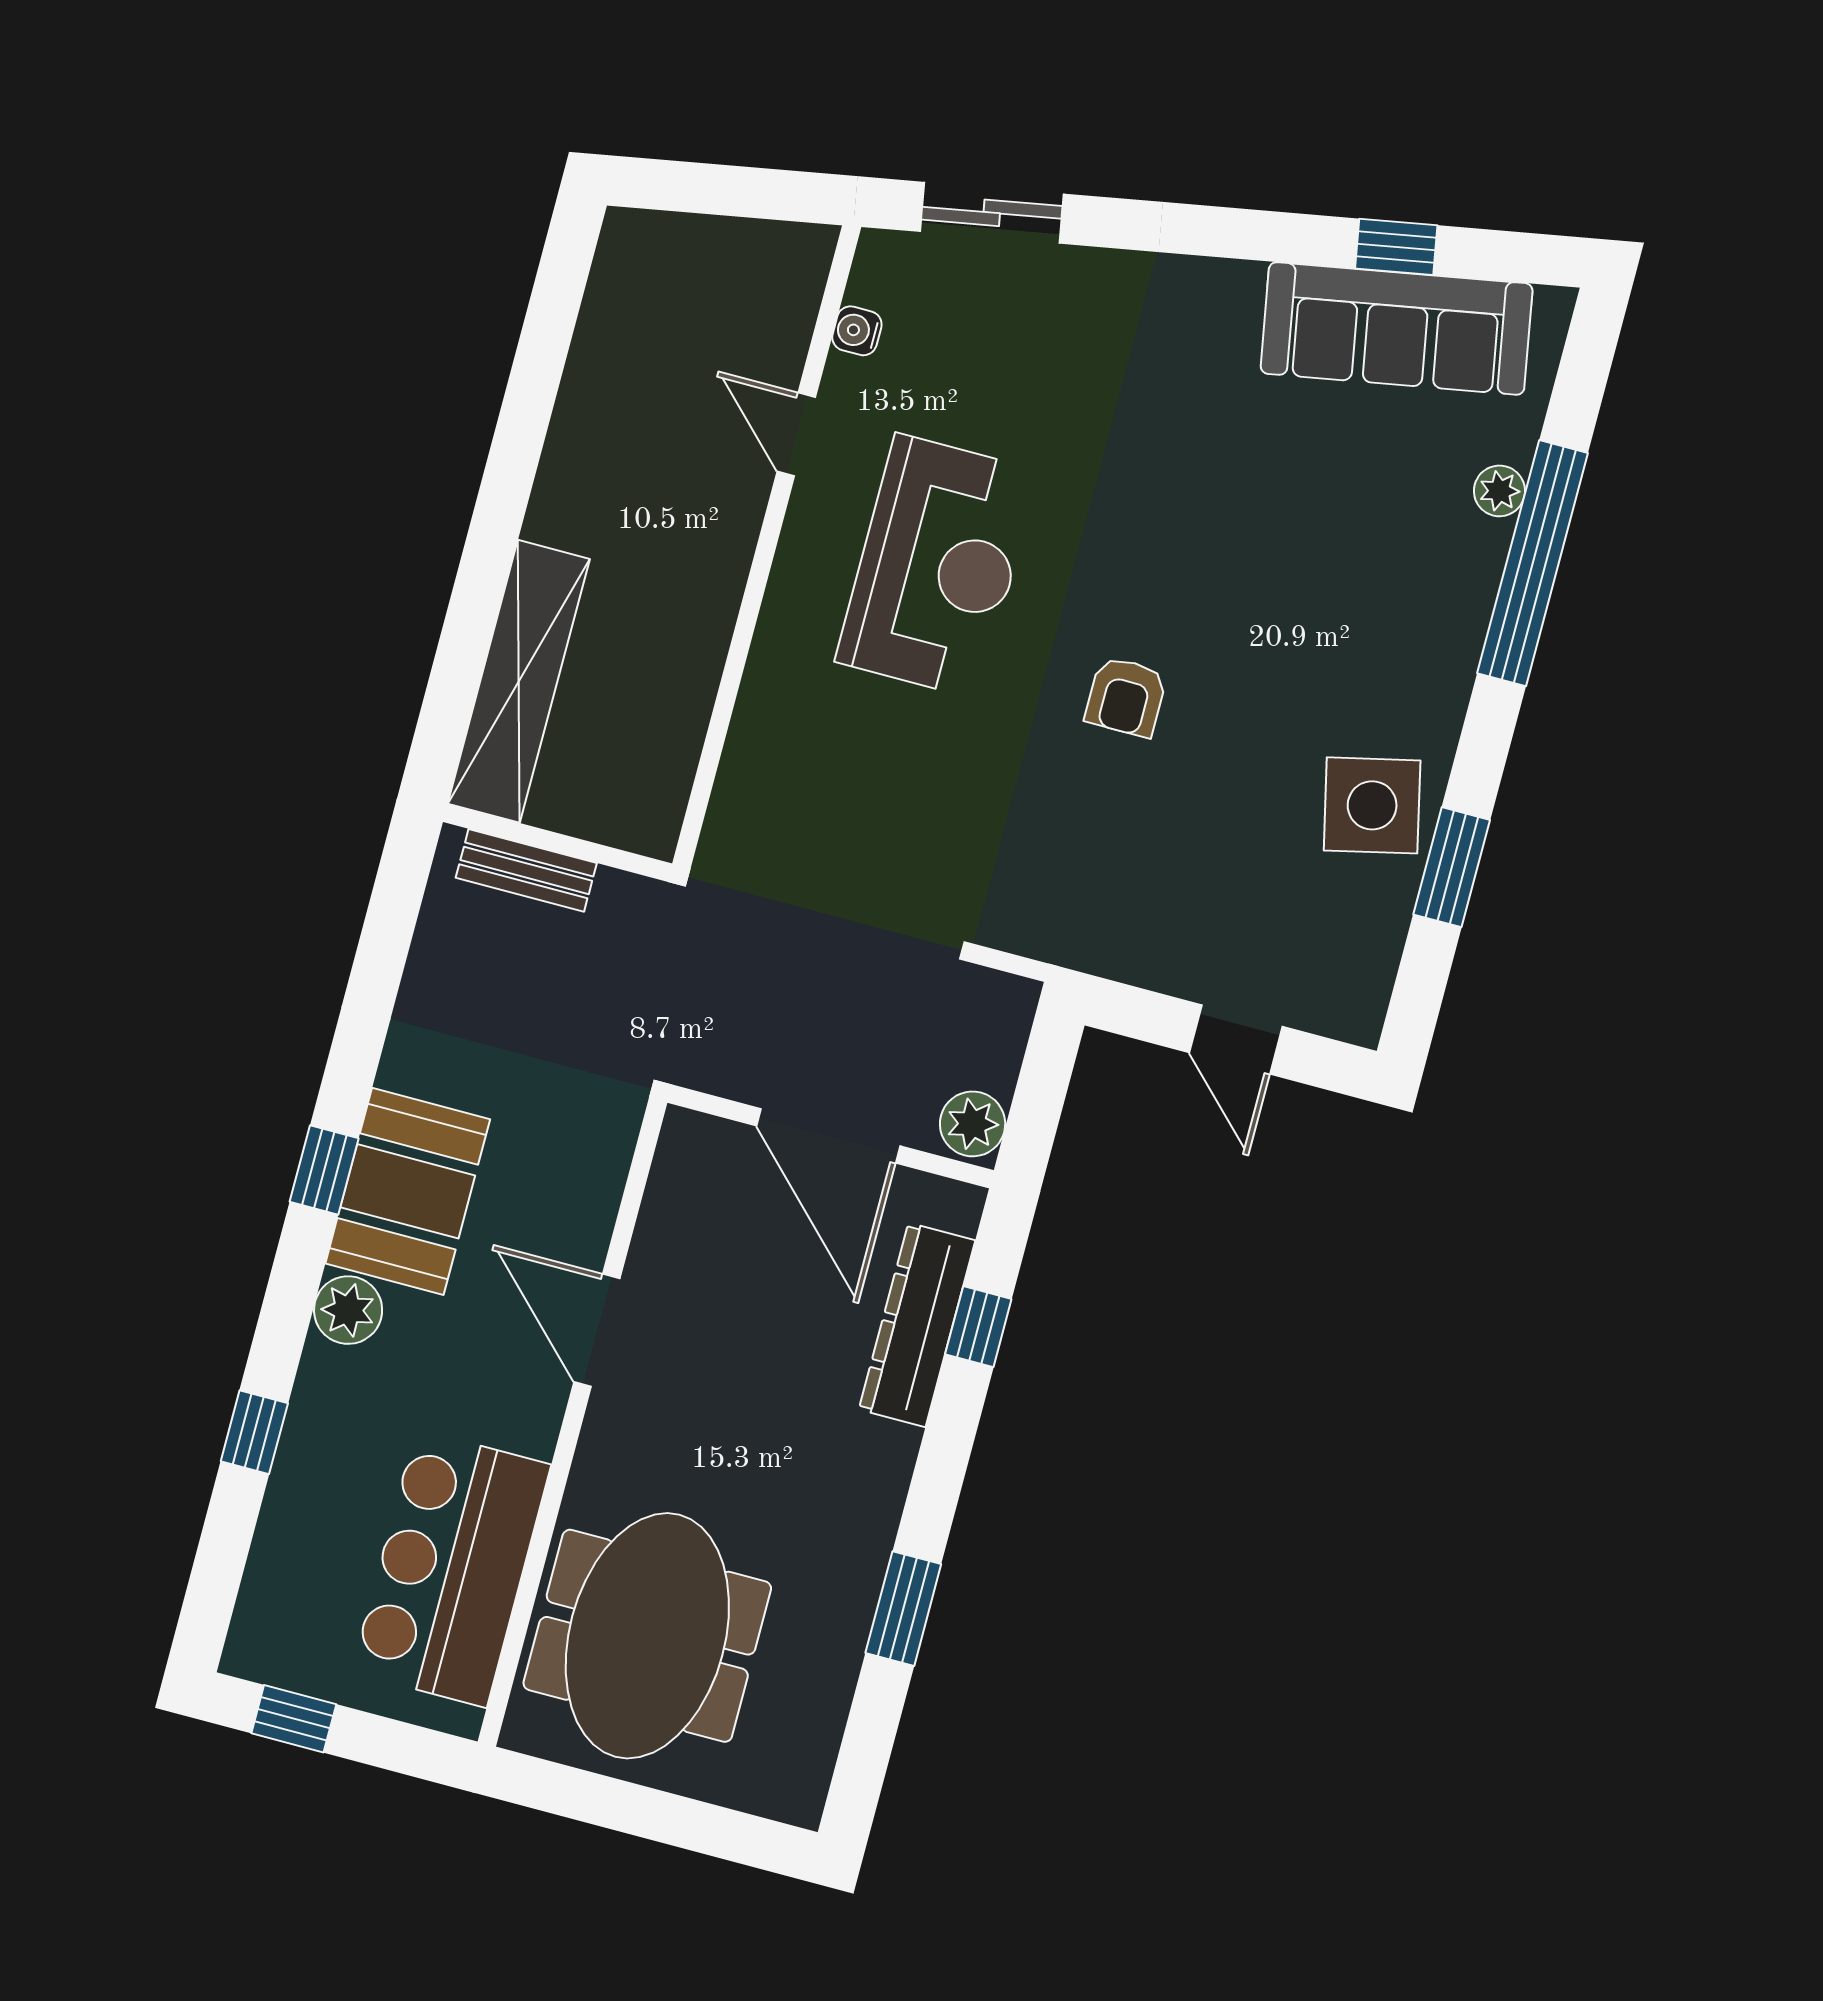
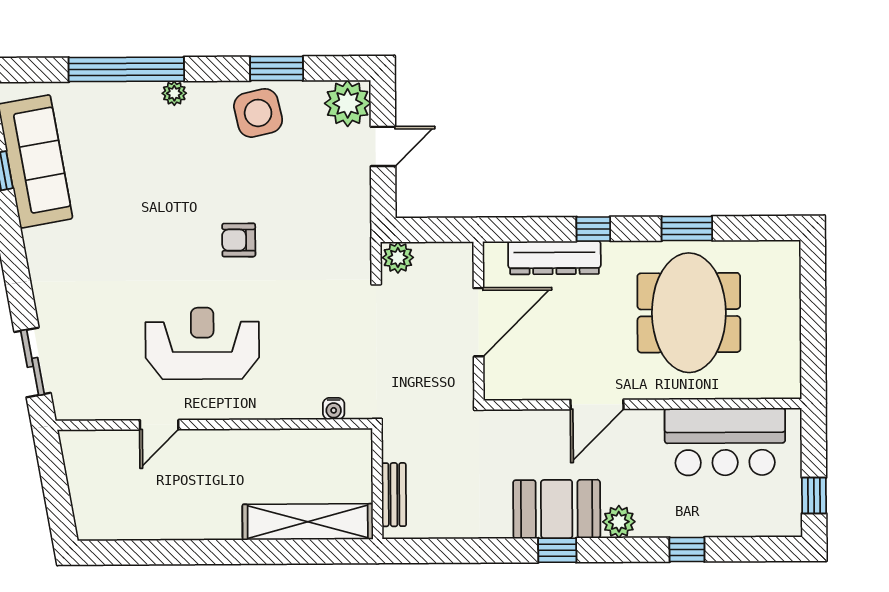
water cooler: (857, 331) -> (334, 409), moved
plant: (1499, 491) -> (174, 93), moved
armchair: (1126, 697) -> (239, 240), turned 180
plant: (1342, 992) -> (348, 103), added
plant: (973, 1124) -> (398, 258), moved
window: (978, 1327) -> (593, 229), moved
meeting table: (647, 1636) -> (689, 313), moved, turned 90

